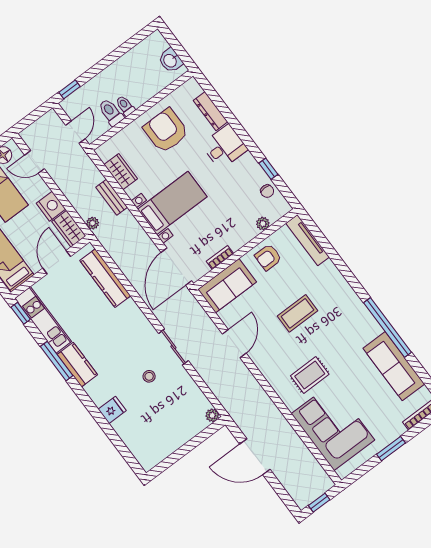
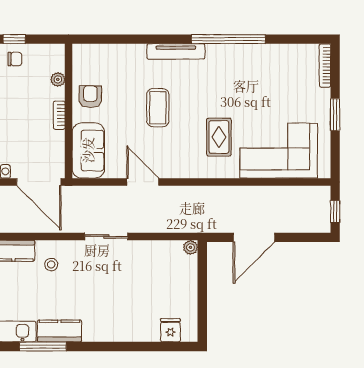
chair: (267, 191) -> (15, 59), moved
tv unit: (308, 240) -> (176, 51), moved
bookcase: (220, 257) -> (59, 115), moved
armchair: (268, 257) -> (90, 97), turned 180
sofa: (394, 366) -> (266, 59), removed
stool: (149, 376) -> (51, 264), moved
fridge: (112, 410) -> (170, 330), moved

